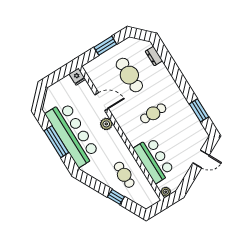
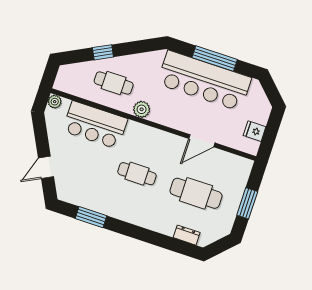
fridge: (77, 77) -> (255, 131), moved
cafe table: (153, 113) -> (137, 174), turned 90
plant: (106, 124) -> (142, 109), moved

